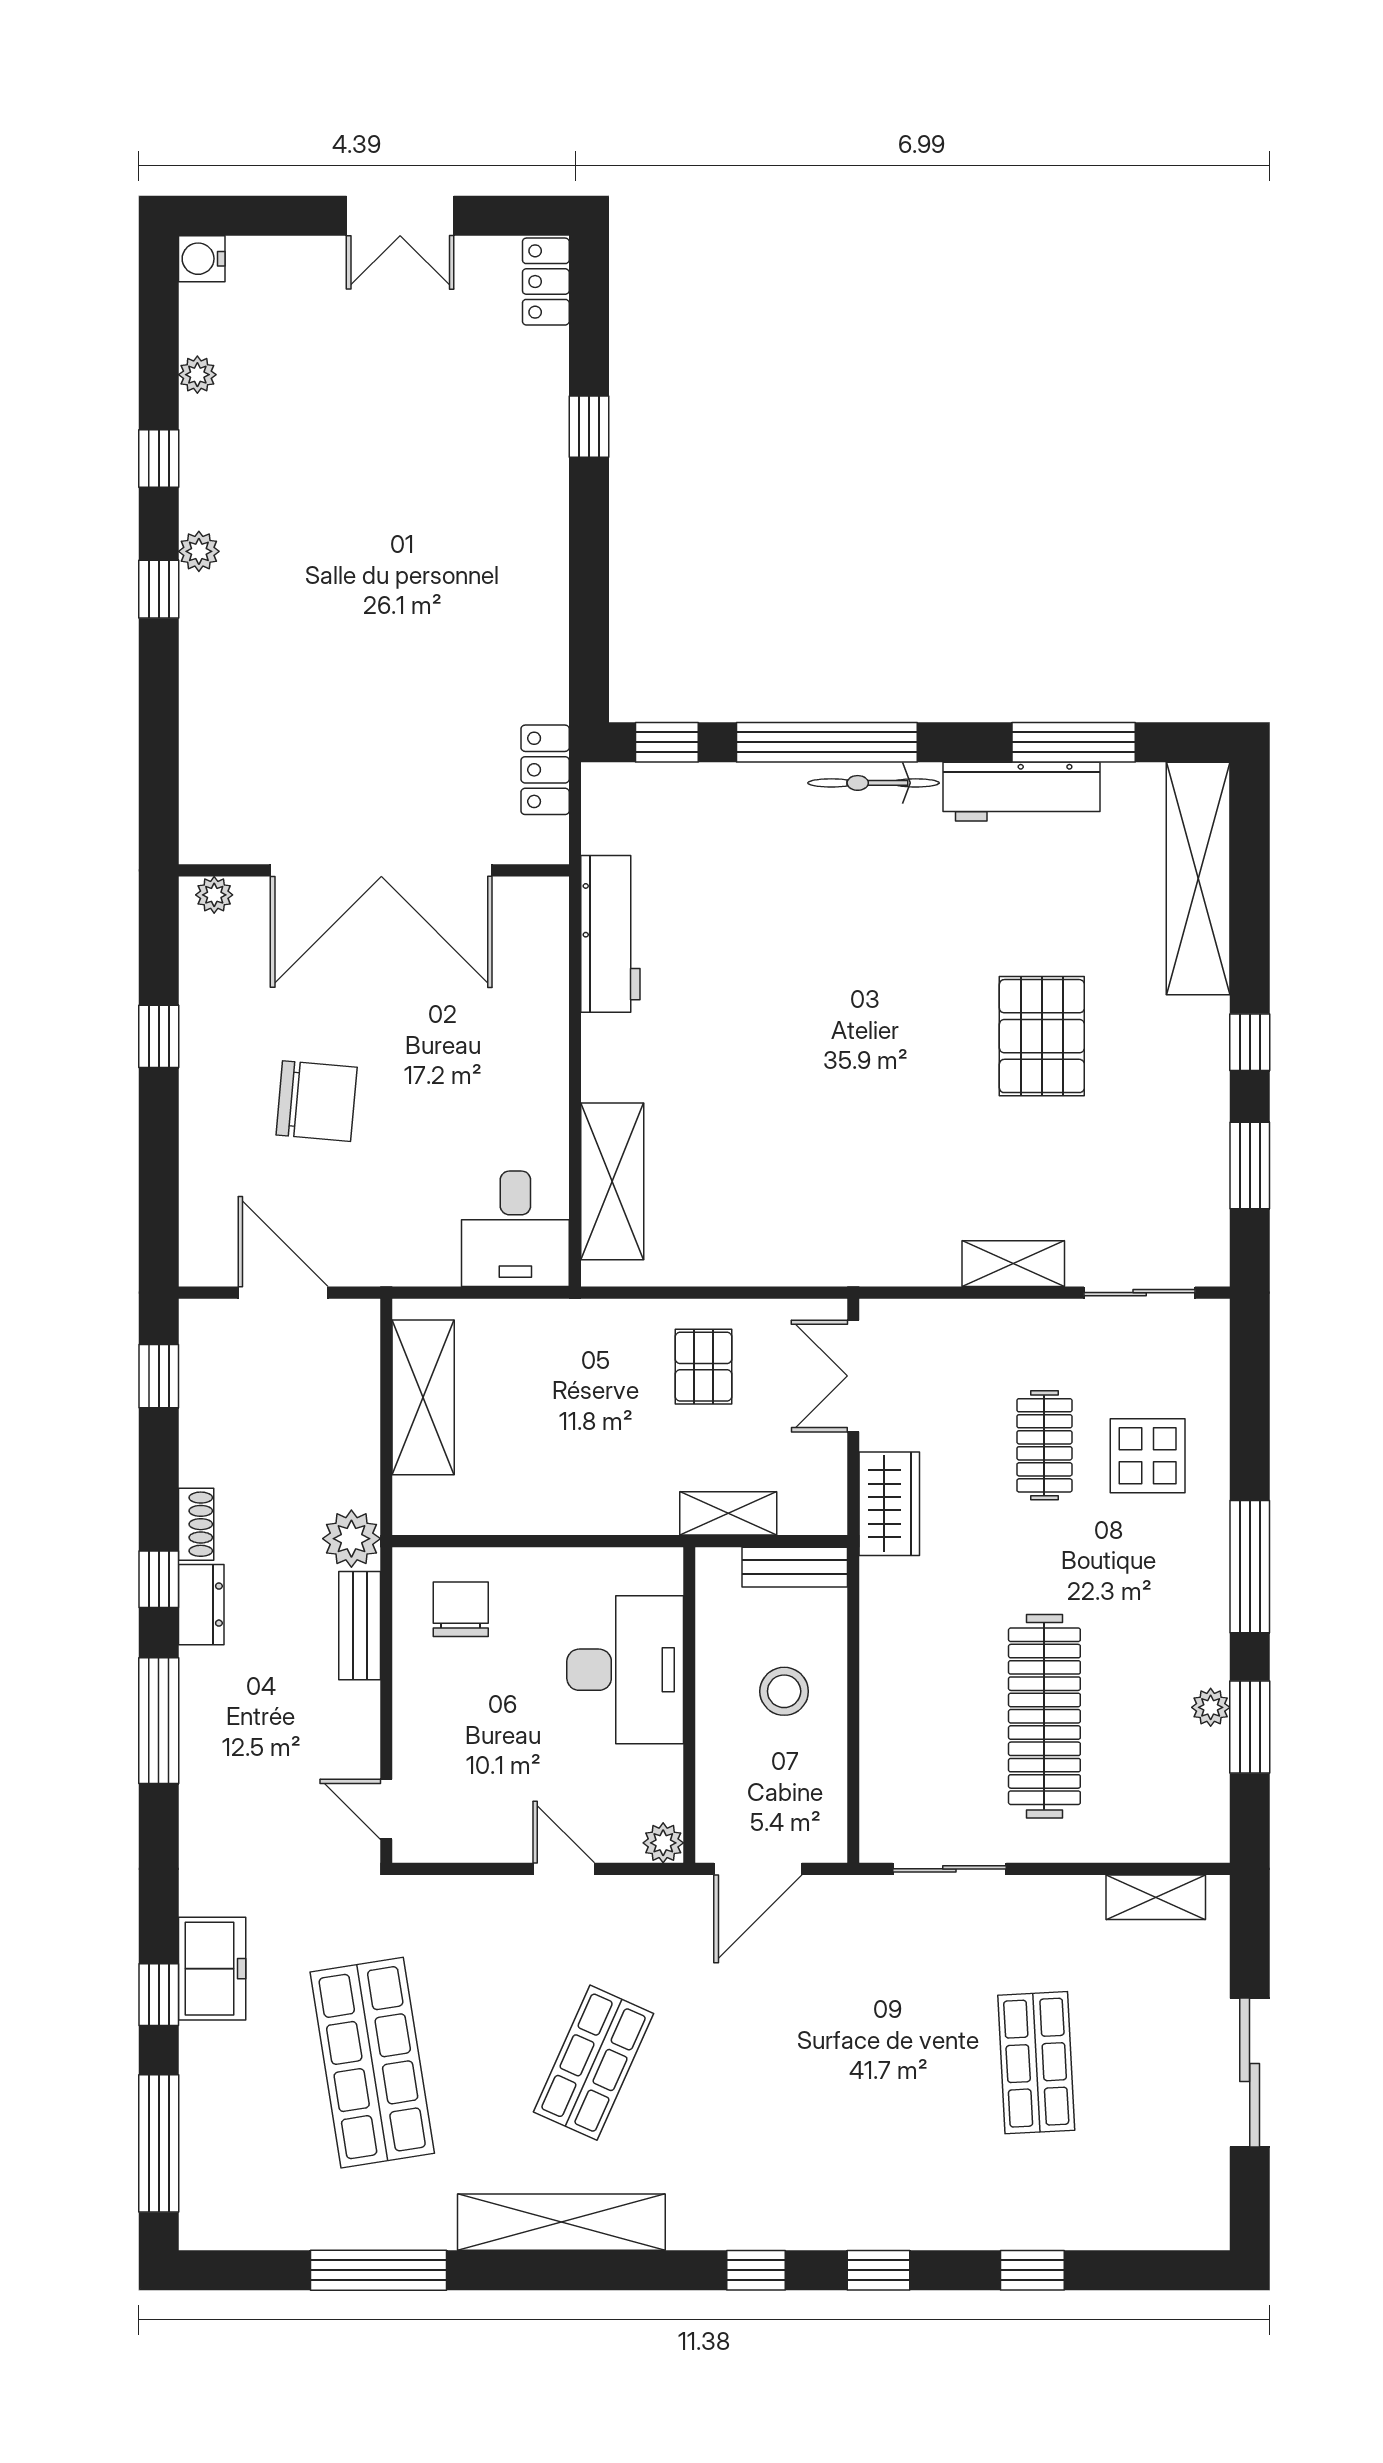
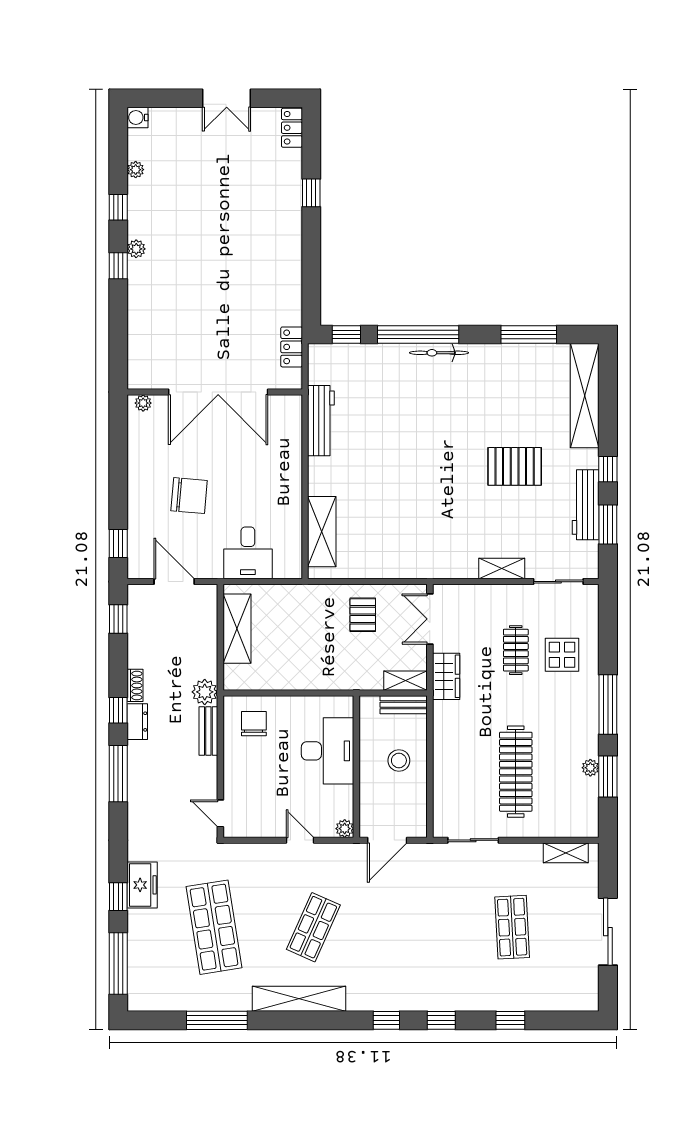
workbench: (1022, 792) -> (586, 505), moved, turned 90
window: (159, 1036) -> (118, 544), moved
pallet: (1042, 1036) -> (515, 466), turned 90
desk: (515, 1229) -> (248, 553), moved
shelving: (728, 1513) -> (406, 681), moved

